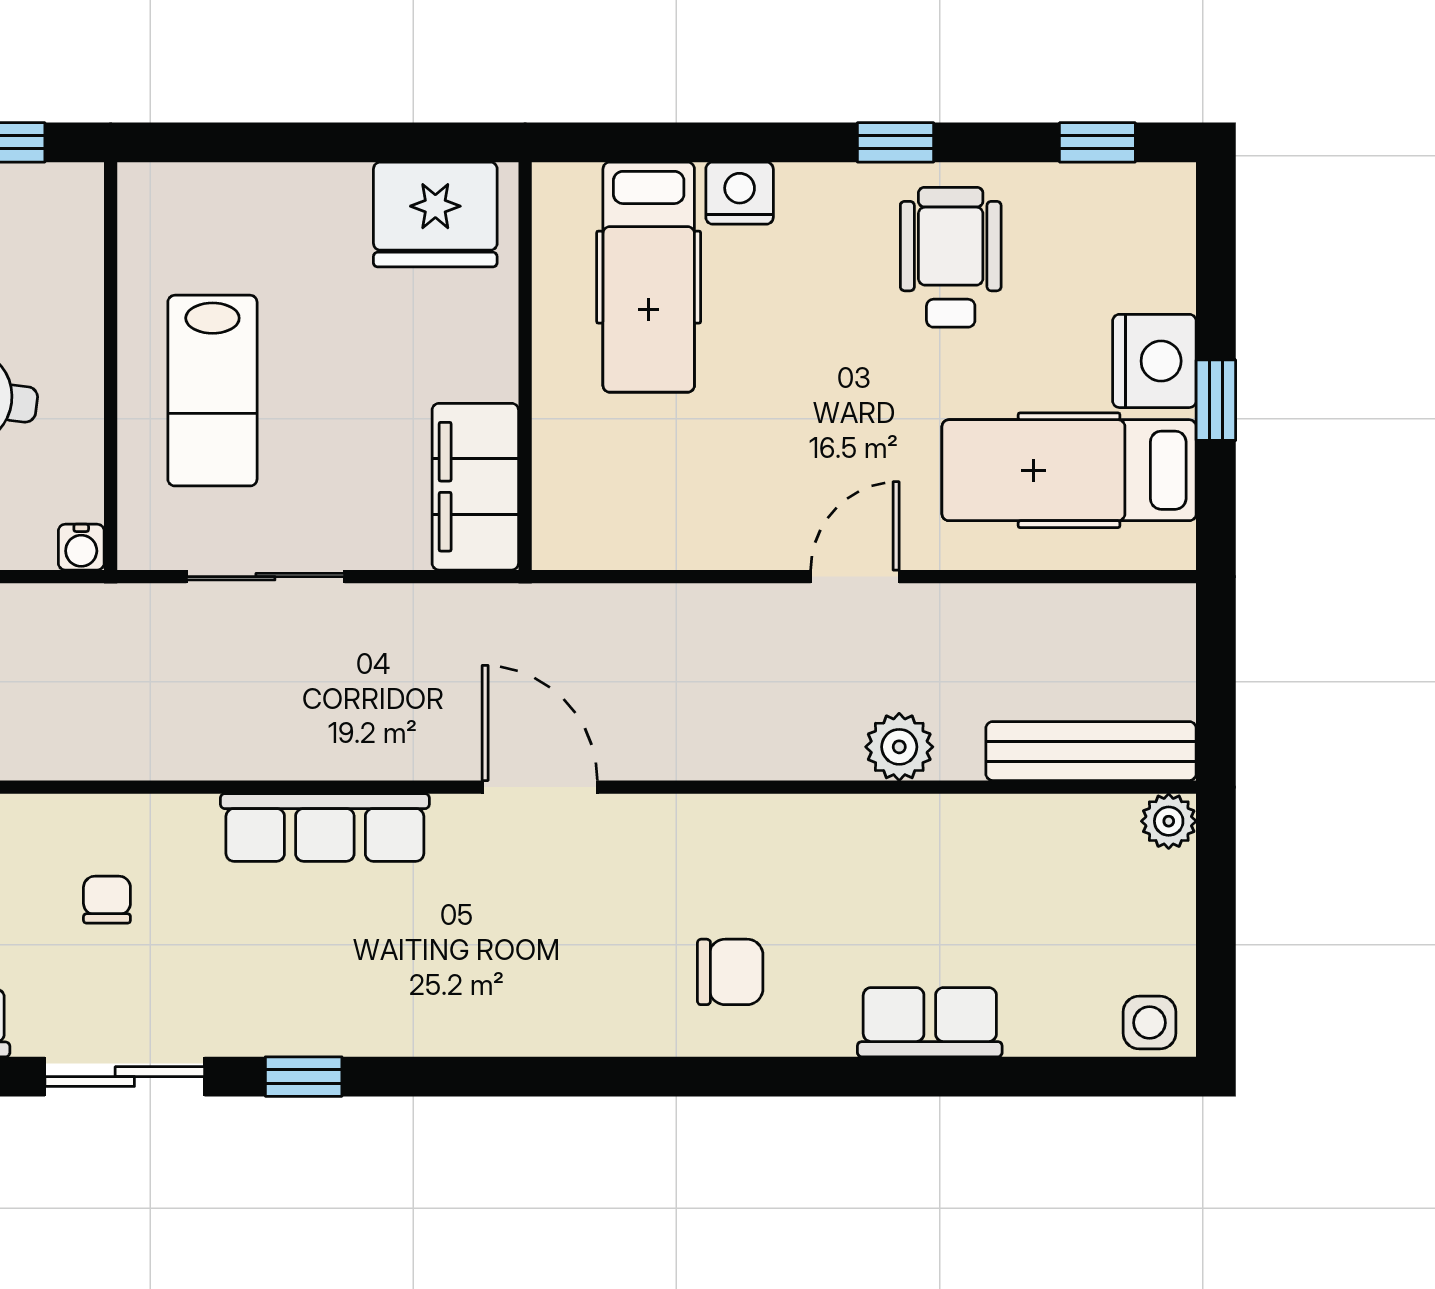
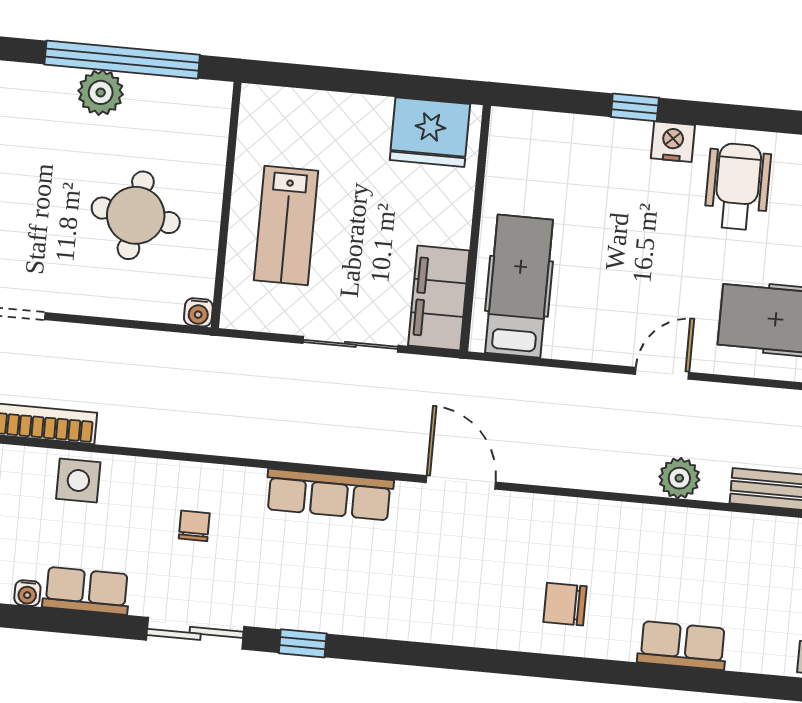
window: (896, 142) -> (635, 107), moved
nightstand: (740, 193) -> (673, 142), moved
hospital bed: (649, 277) -> (519, 286), moved, turned 180
sliding door: (265, 577) -> (350, 344), moved
chair: (730, 972) -> (565, 604), turned 180

